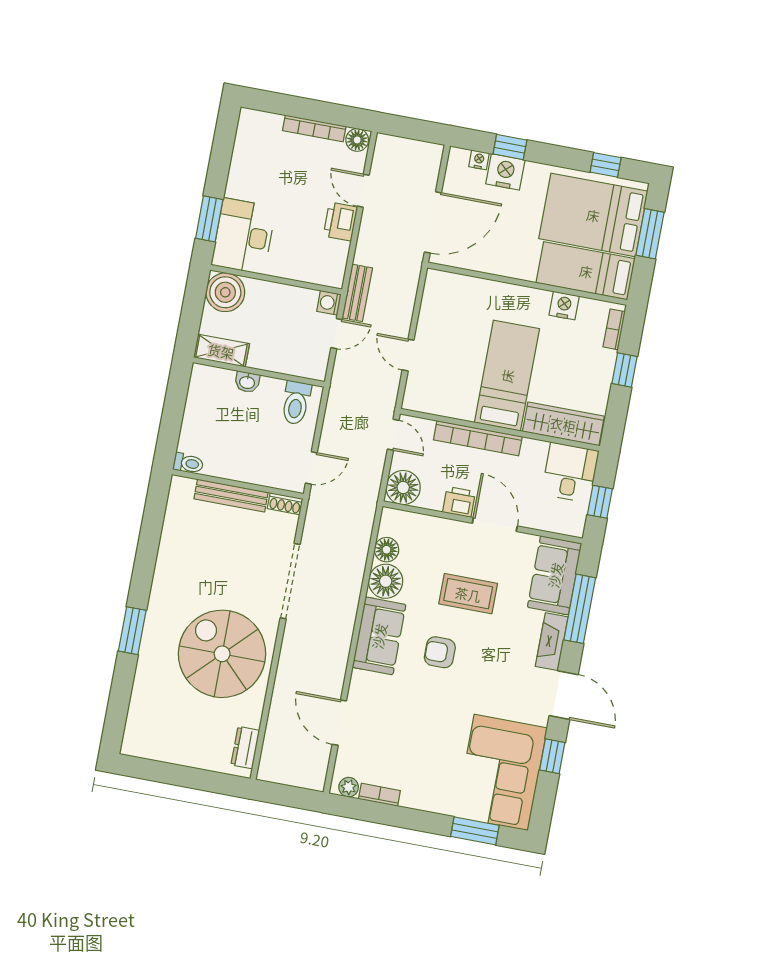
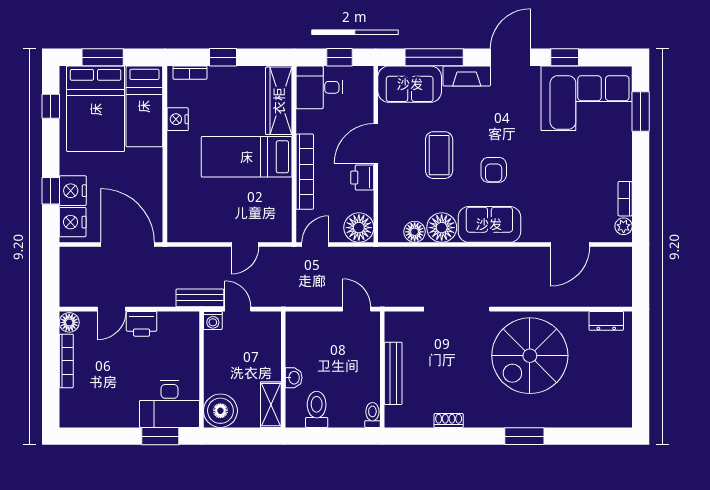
nightstand: (479, 160) -> (73, 222), width x1.89, depth x1.79
toilet: (296, 403) -> (317, 409), moved, turned -90
shoe rack: (285, 504) -> (449, 420), moved, turned -90

